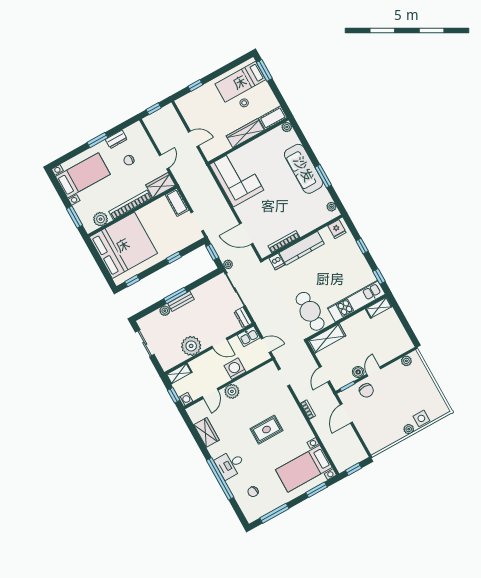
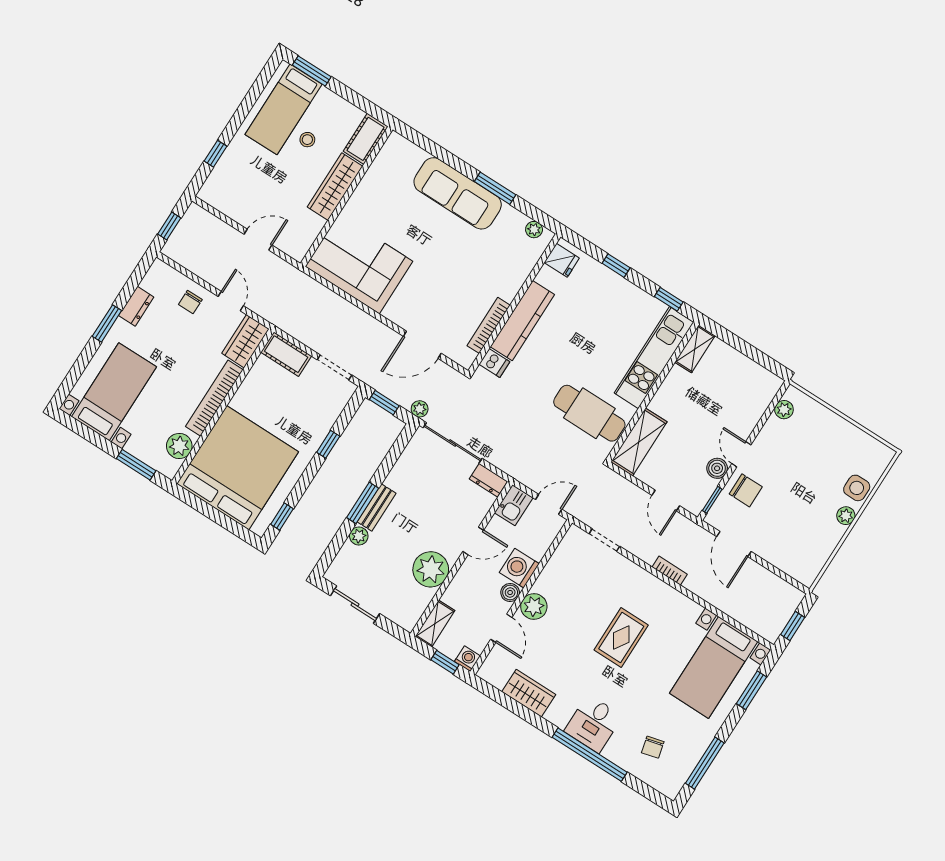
plant: (287, 127) -> (395, 142), removed
chair: (129, 160) -> (190, 302), moved
boiler: (224, 378) -> (510, 593), added

